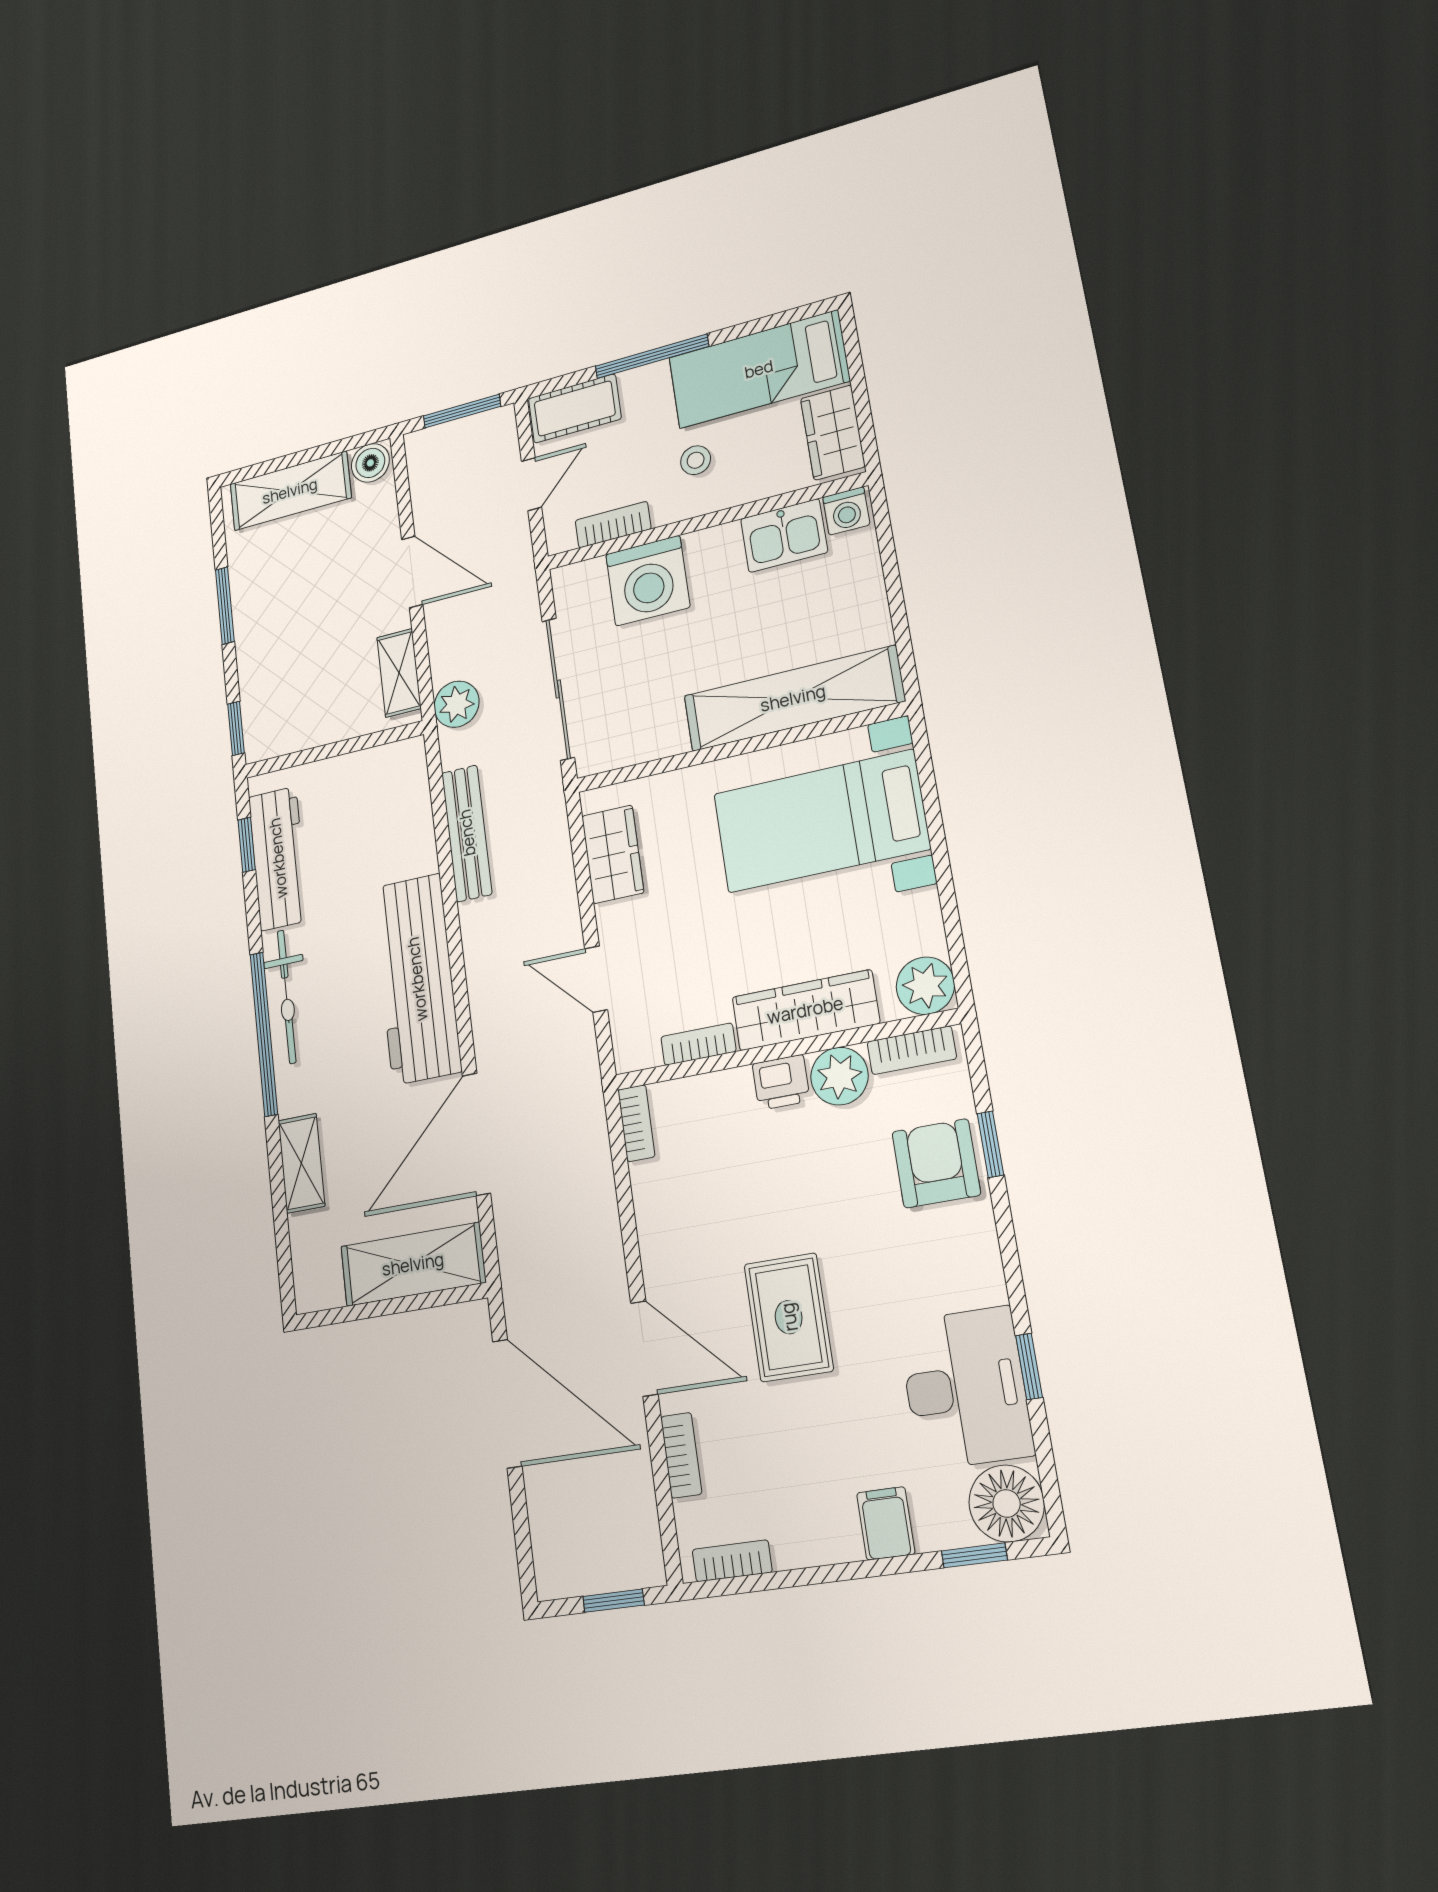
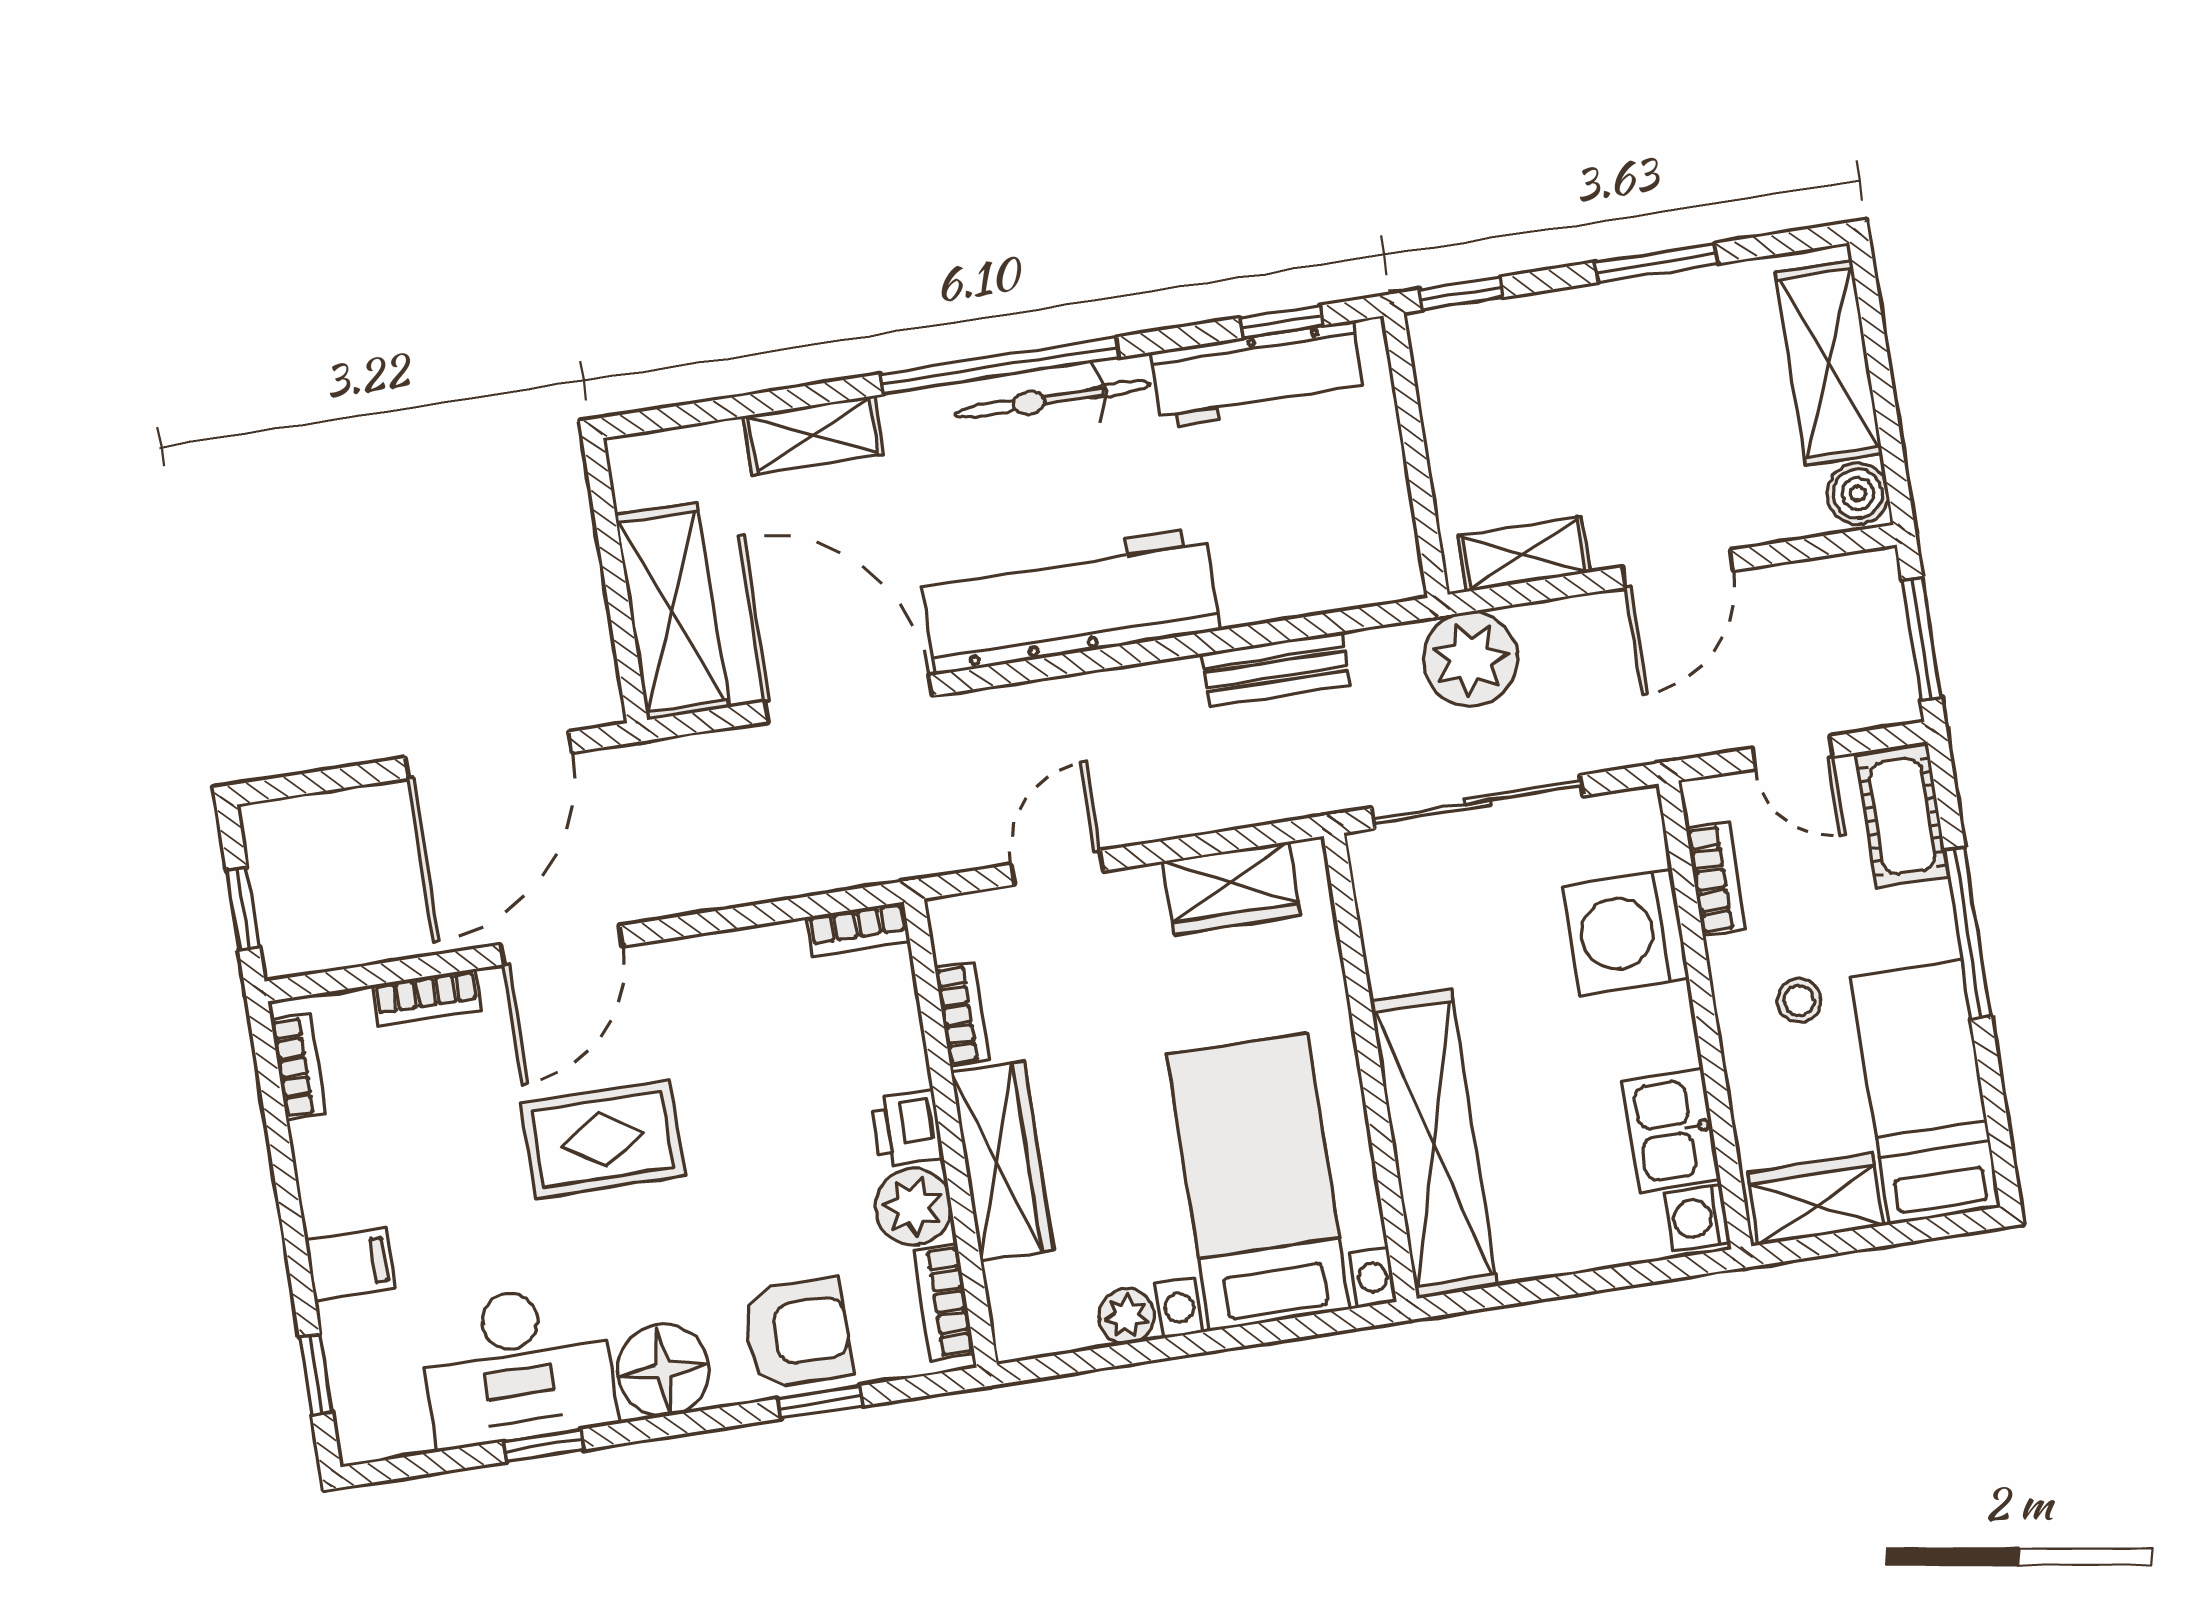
plant: (457, 704) -> (1470, 659), width x1.36, depth x1.36
bench: (467, 833) -> (1276, 669), width x0.73
plant: (925, 986) -> (1127, 1316), moved, width x0.73, depth x0.73
floor lamp: (1007, 1503) -> (663, 1370), moved

